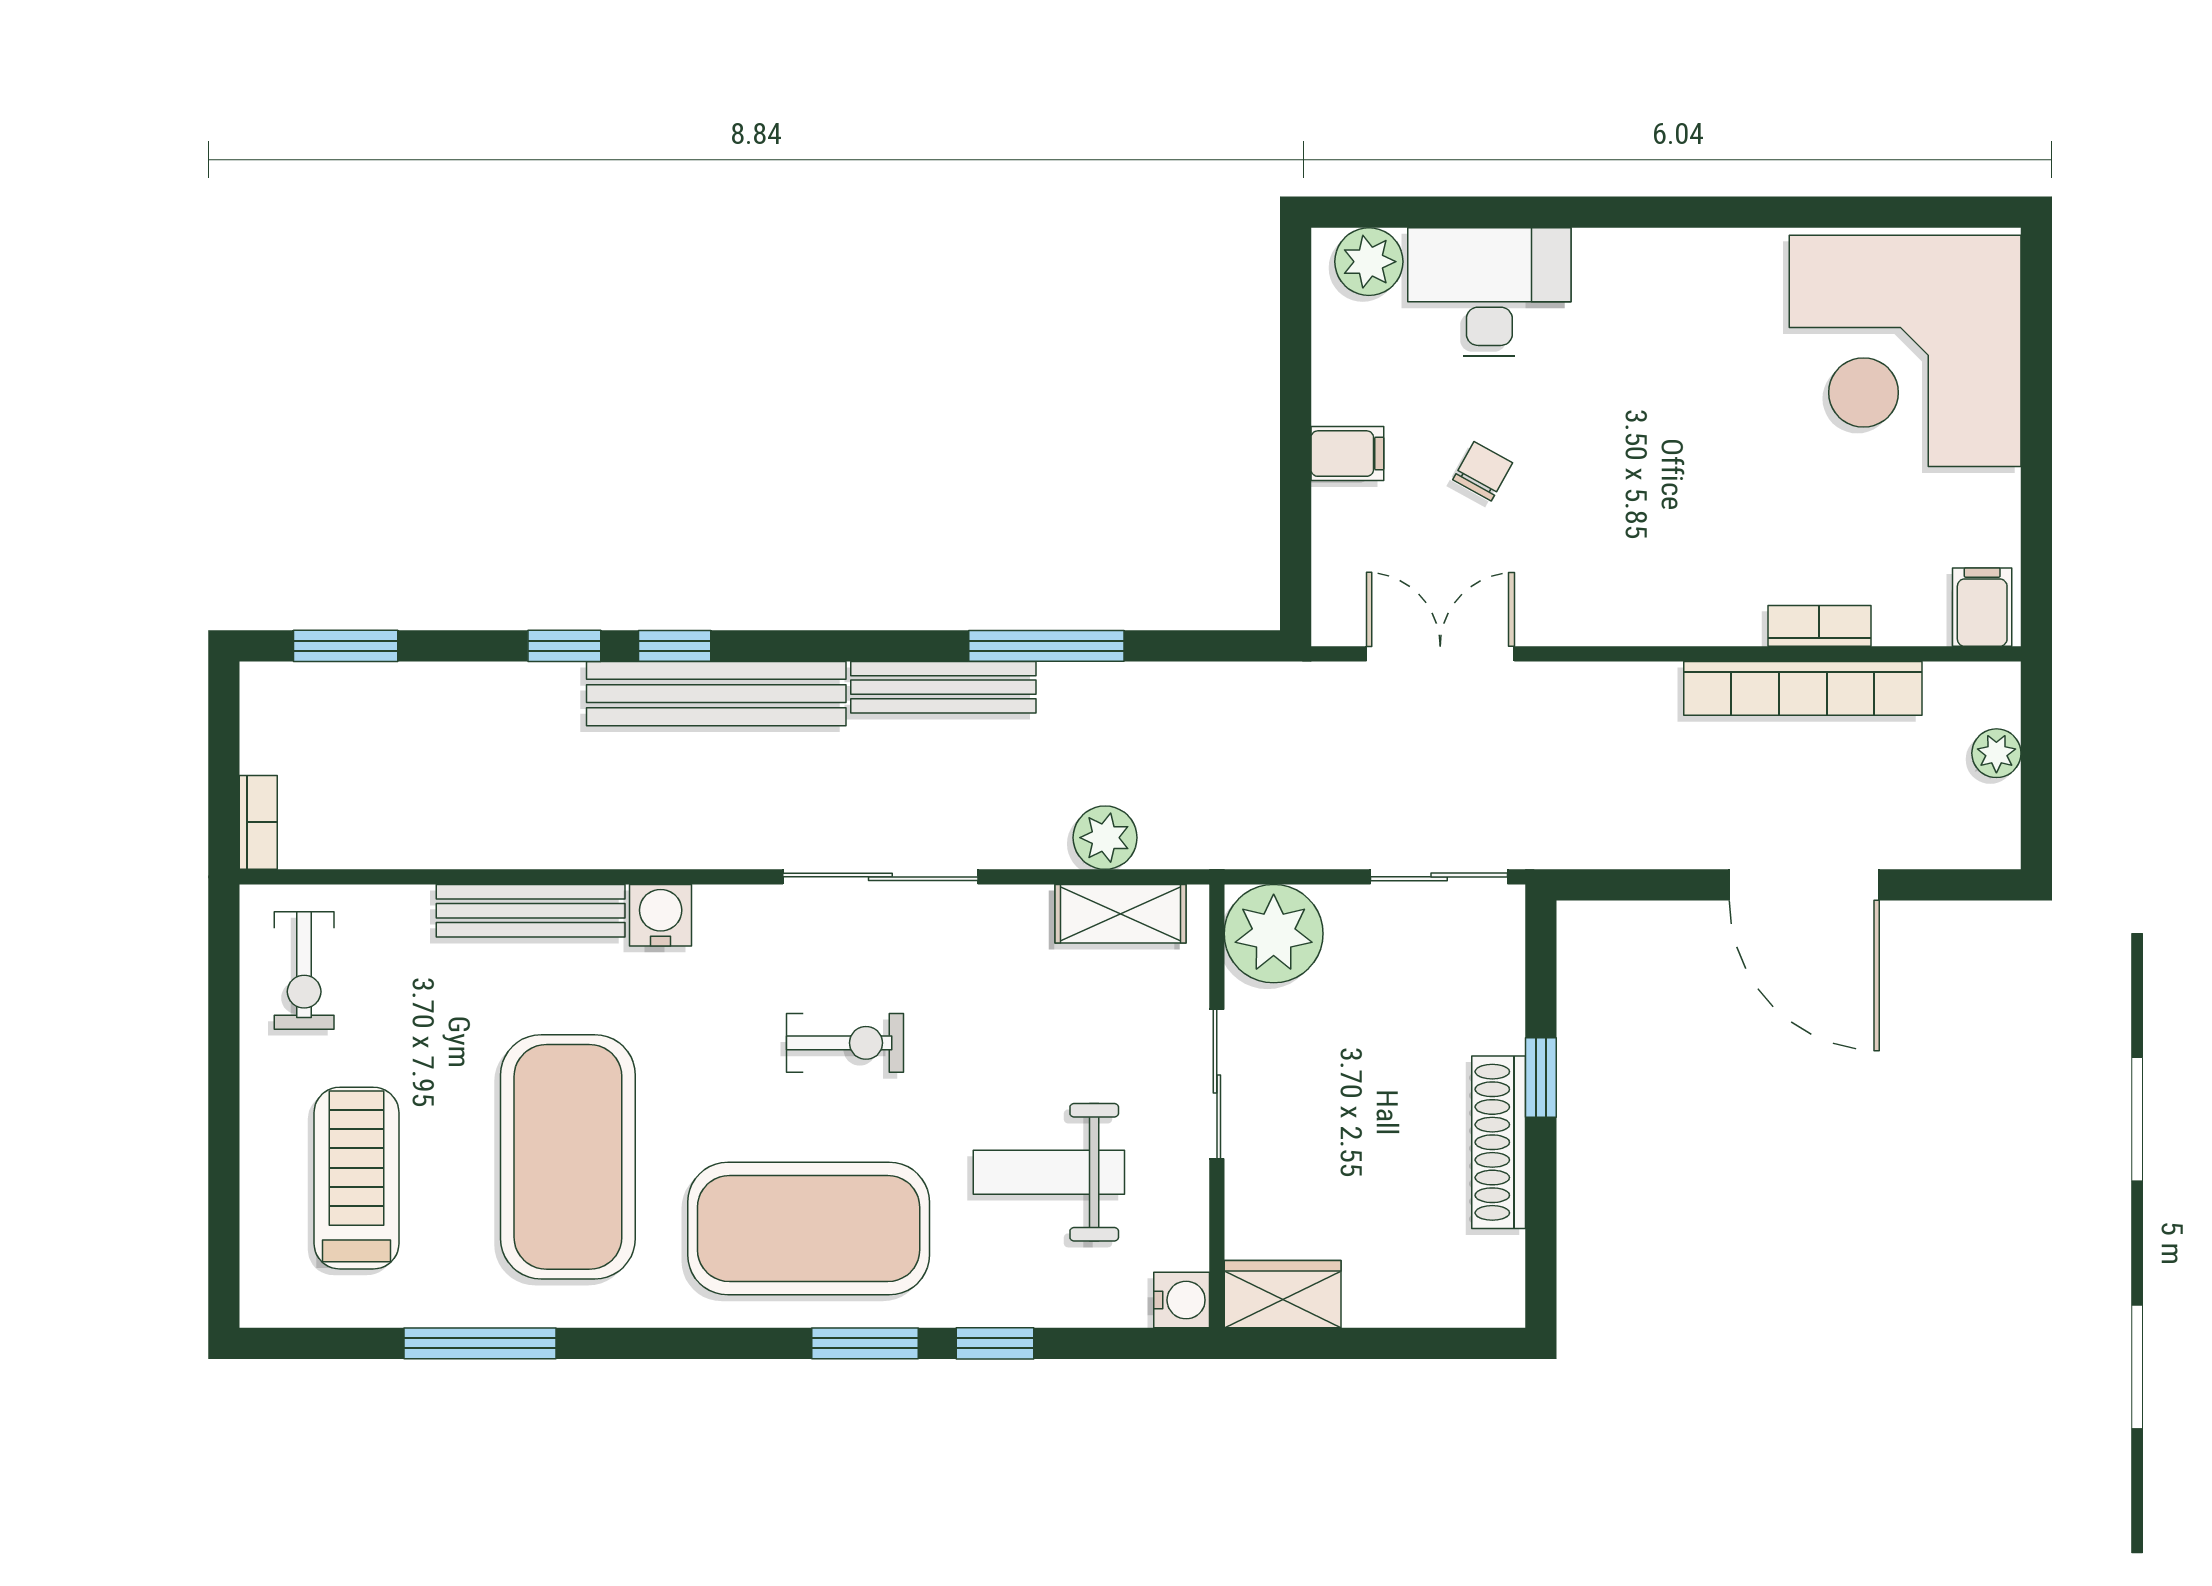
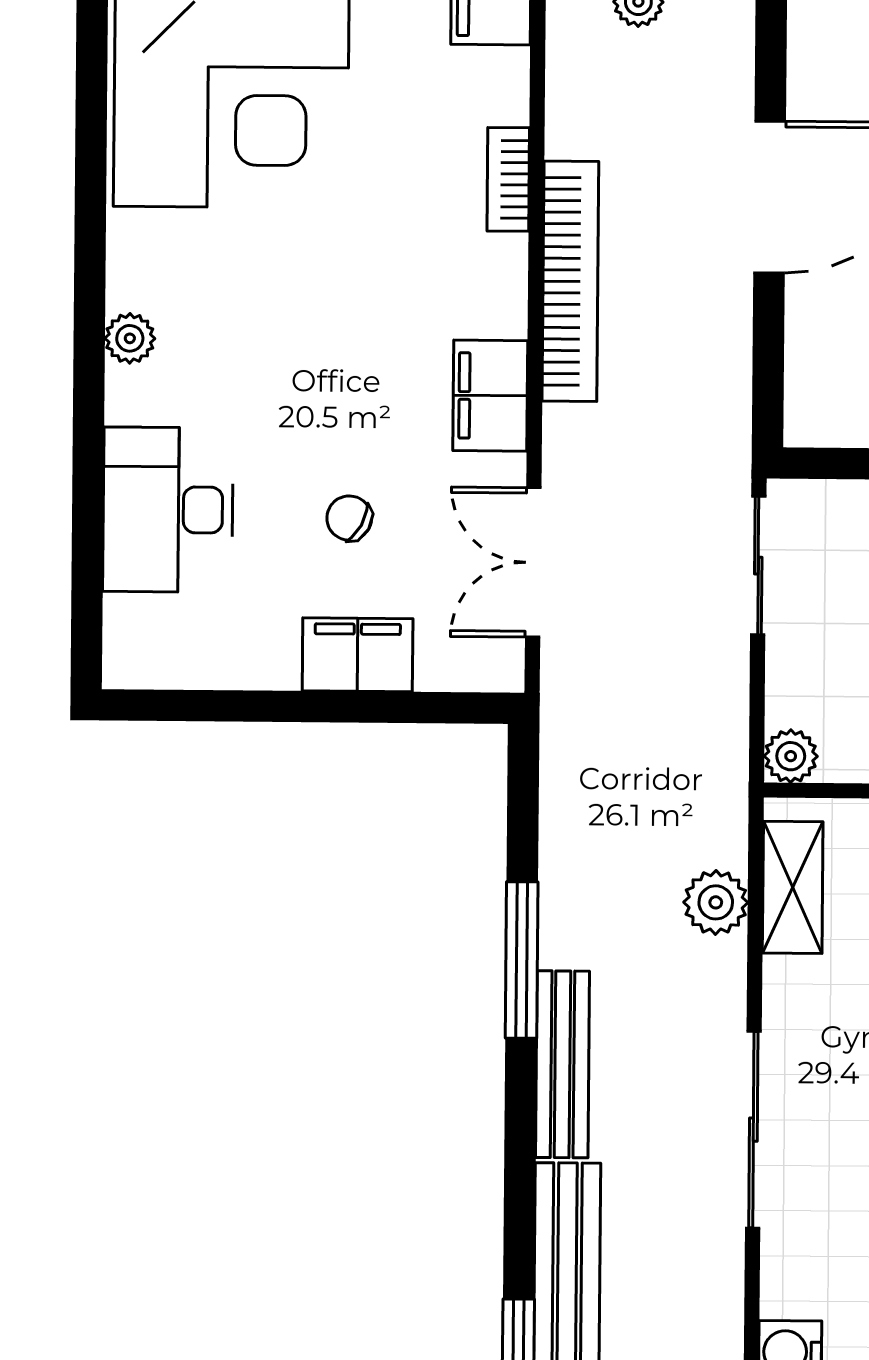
plant: (1369, 262) -> (130, 338), moved, width x0.73, depth x0.73
filing cabinet: (1347, 454) -> (358, 655), width x2.00
filing cabinet: (1605, 610) -> (490, 396), added
bookcase: (1803, 688) -> (570, 281), moved
plant: (1274, 934) -> (791, 756), width x0.53, depth x0.53

